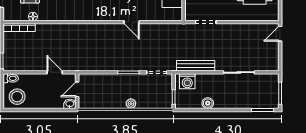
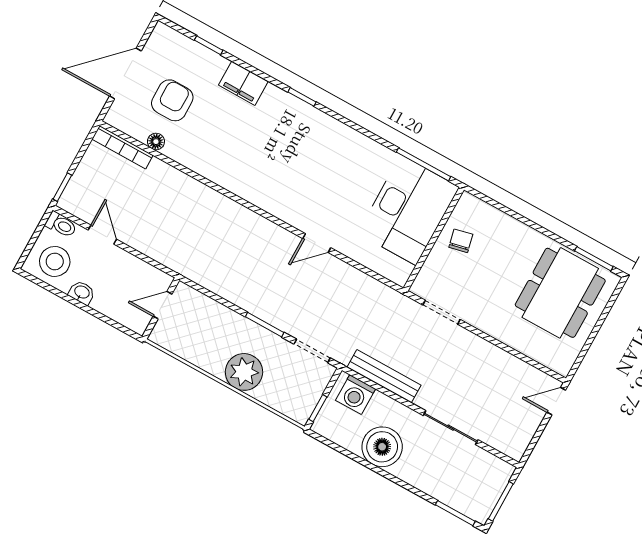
door: (132, 22) -> (317, 243), hinge flipped
door: (55, 72) -> (102, 235), moved
boiler: (208, 103) -> (382, 447), width x1.86, depth x1.86
washbasin: (70, 104) -> (82, 293), moved
plant: (131, 104) -> (244, 372), width x1.87, depth x1.87

